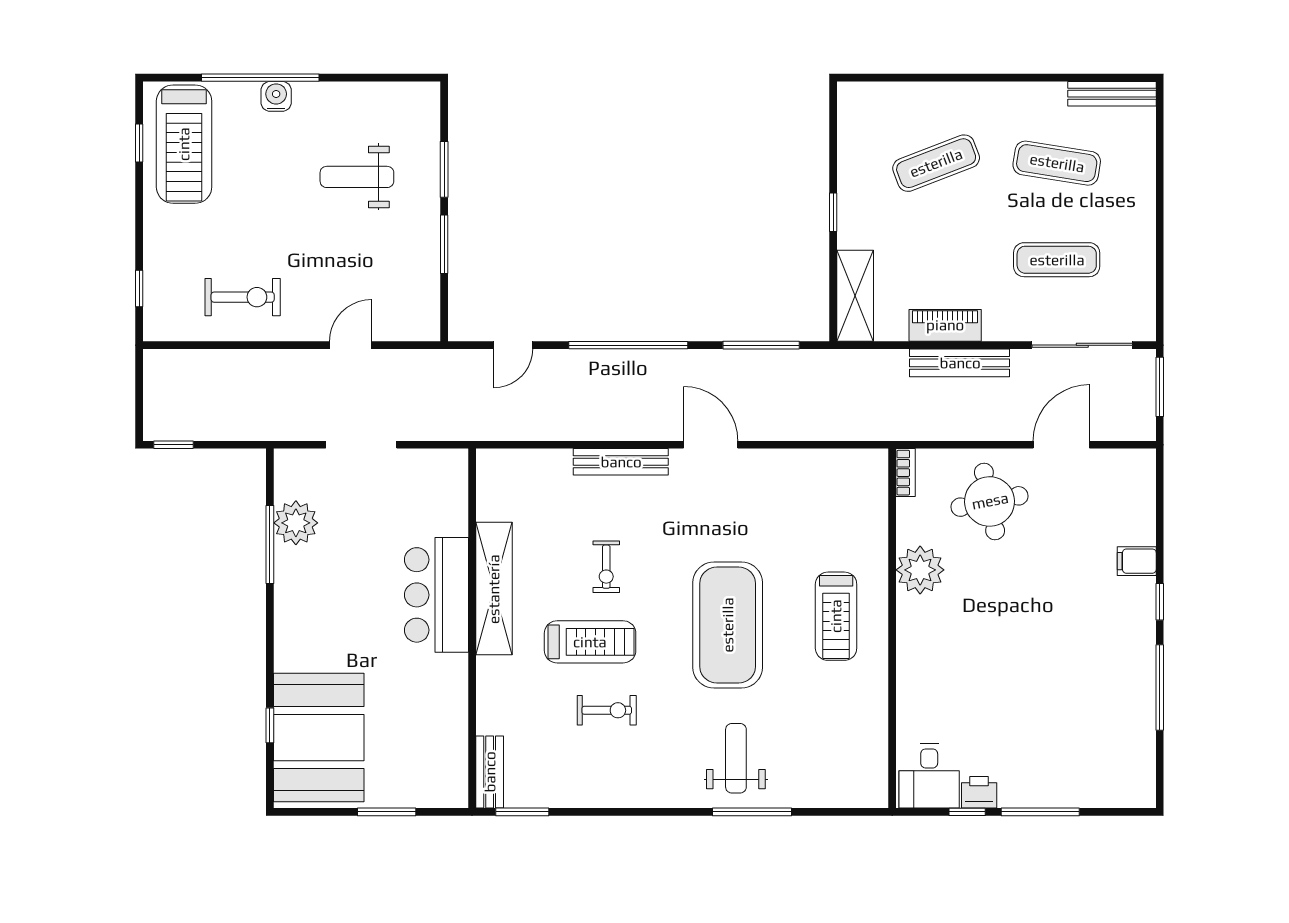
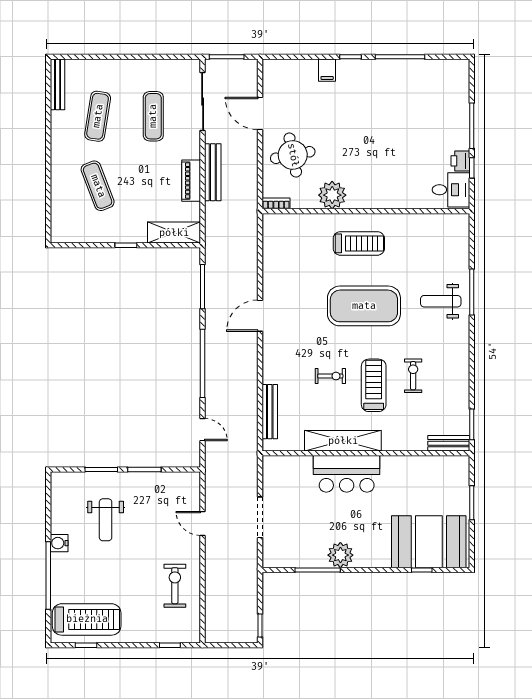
water cooler: (276, 96) -> (59, 543), moved
bench: (621, 462) -> (270, 412), moved
plant: (296, 523) -> (340, 555), moved

